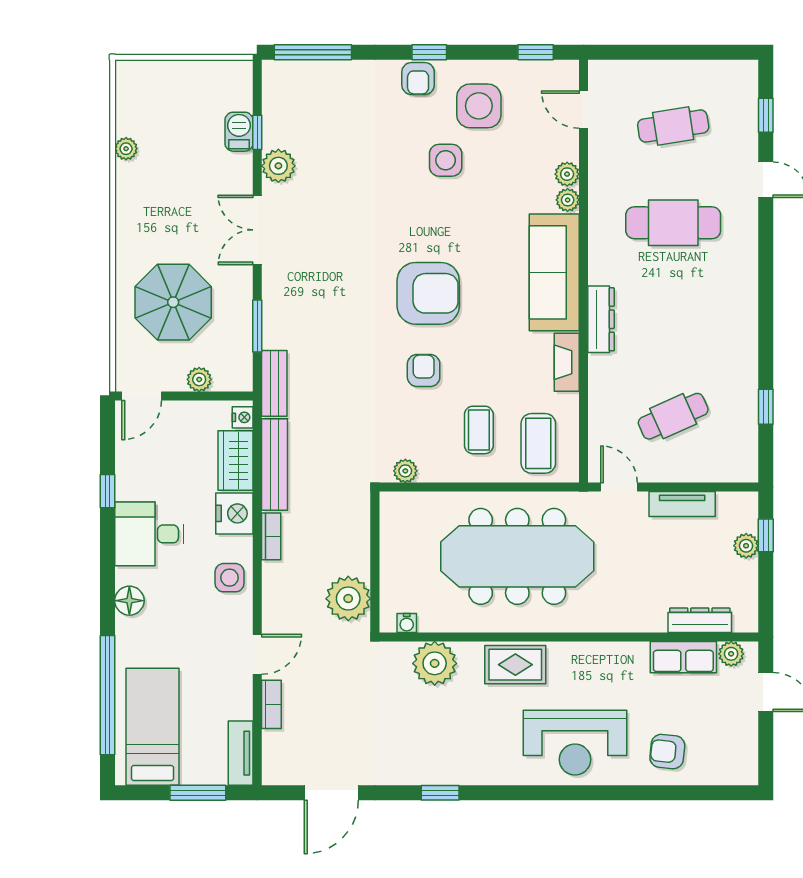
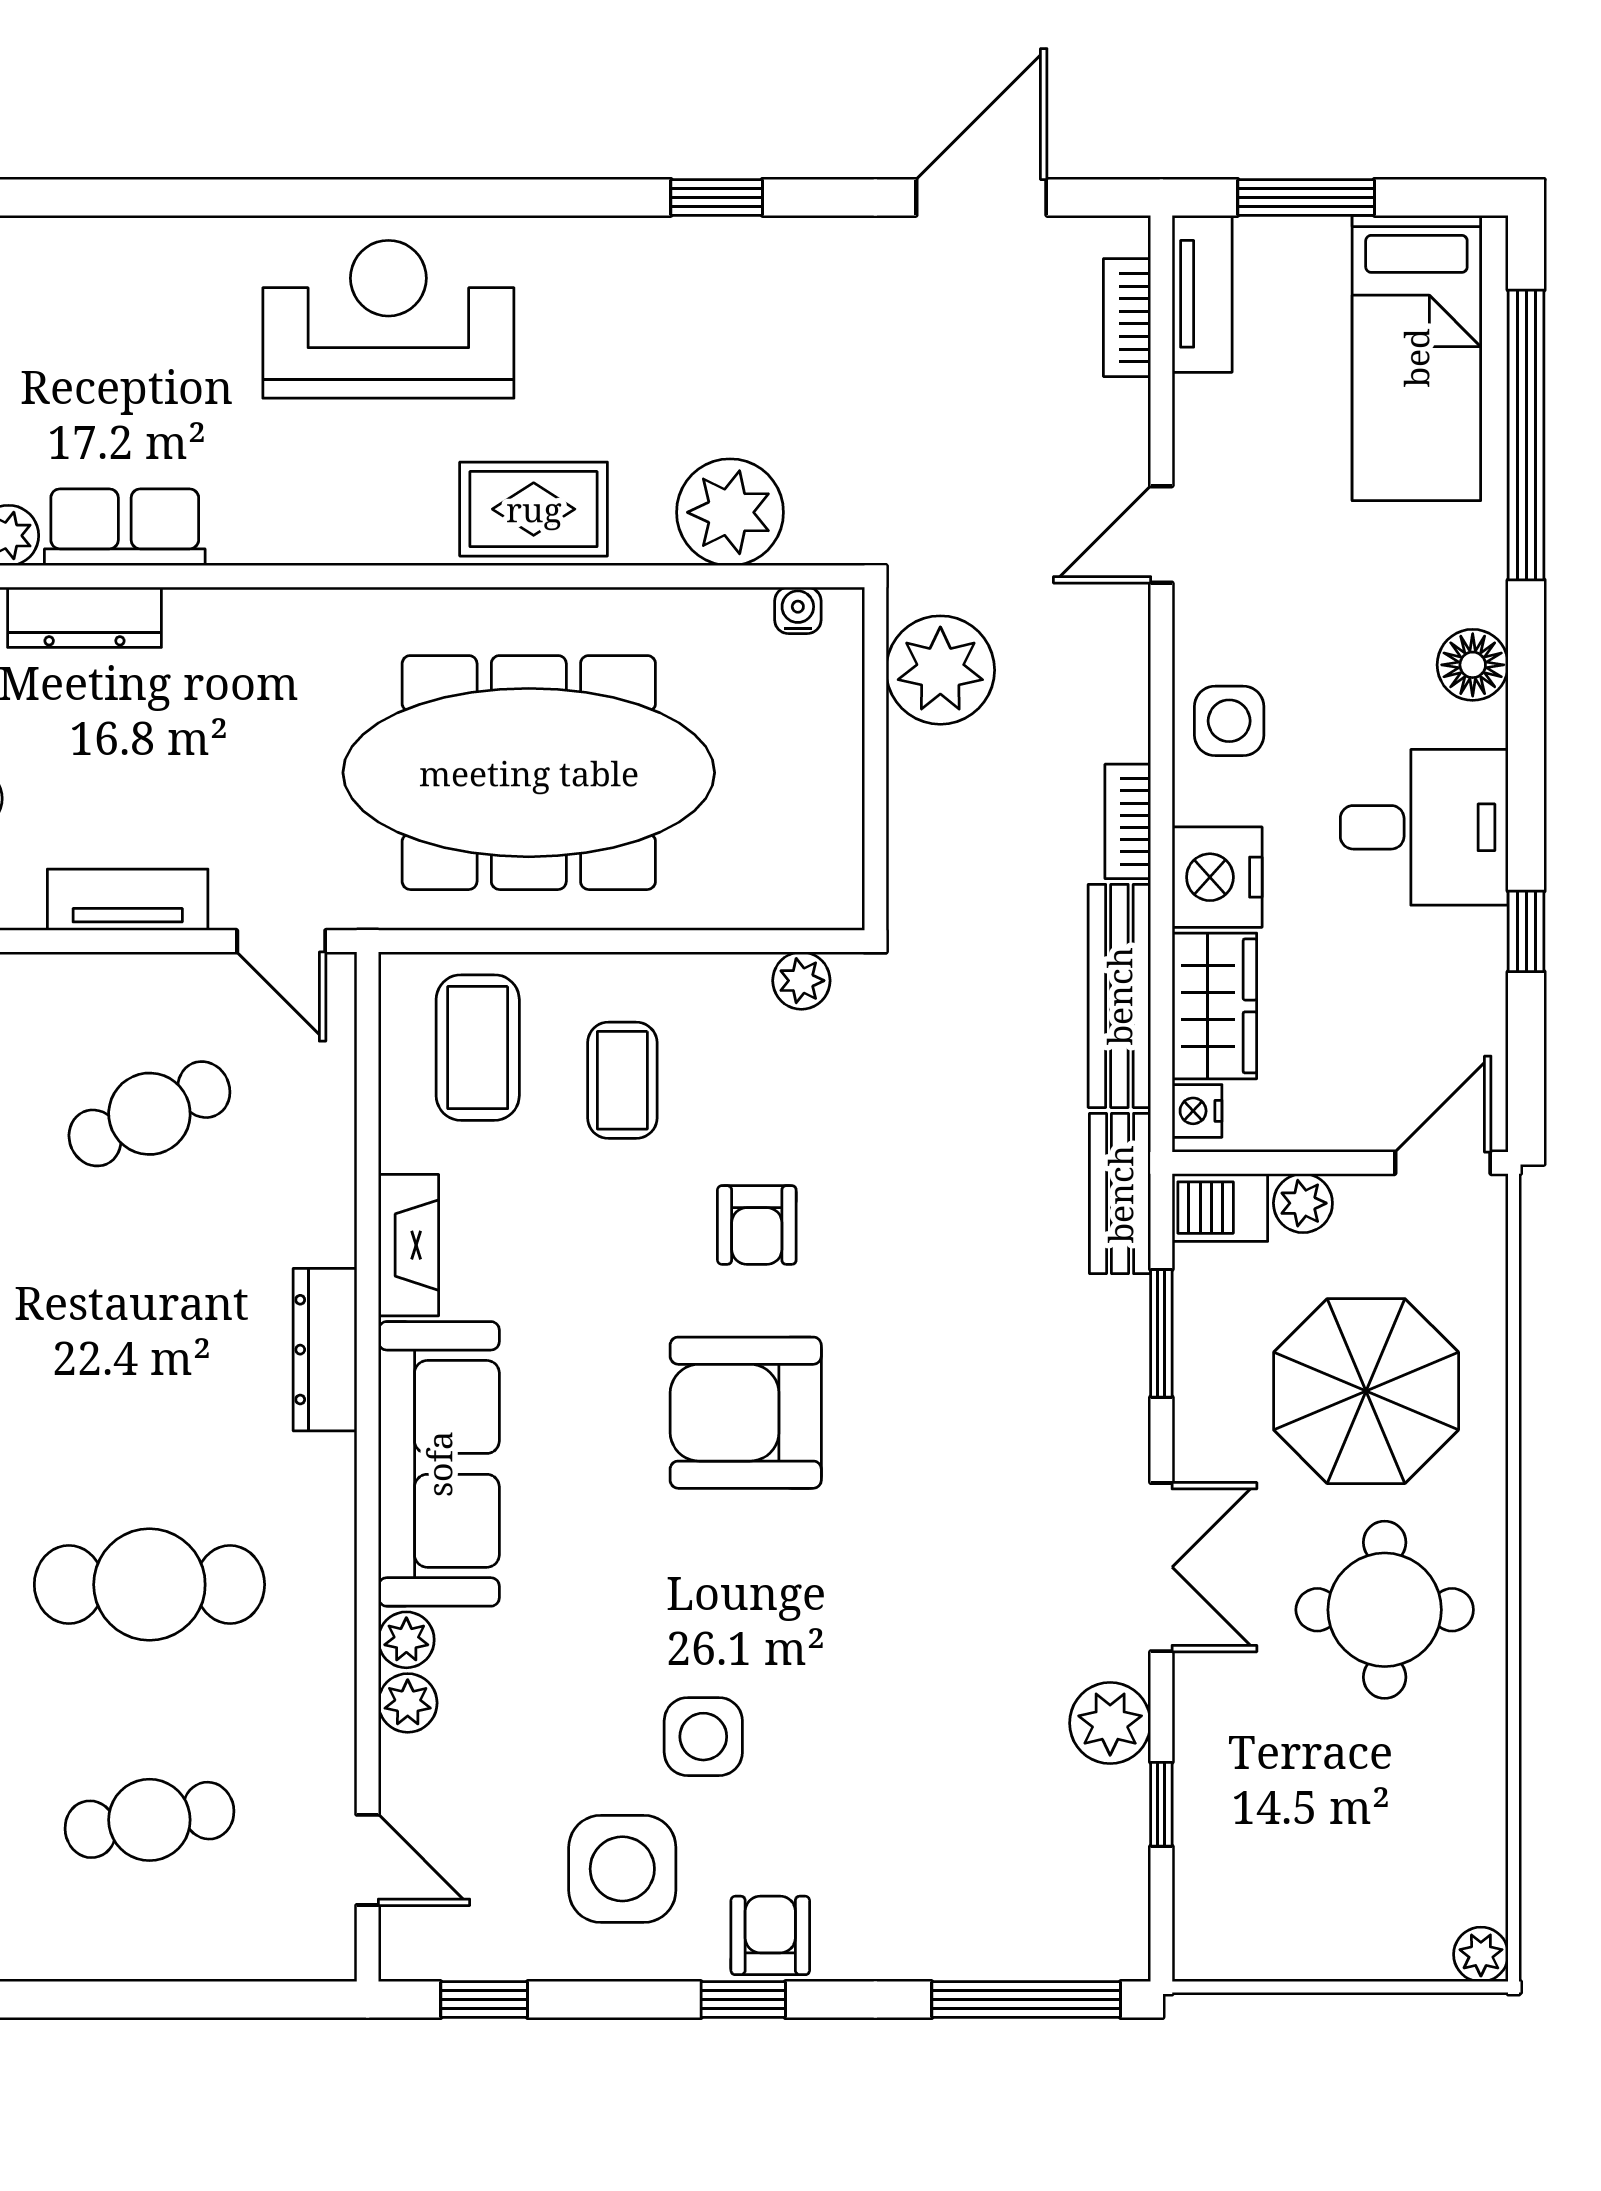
barbecue: (239, 132) -> (1220, 1208), moved, turned 90
plant: (126, 149) -> (1481, 1954), moved
round table: (166, 212) -> (1385, 1610), added
bookcase: (271, 704) -> (1127, 318), moved
armchair: (667, 752) -> (164, 298), removed

